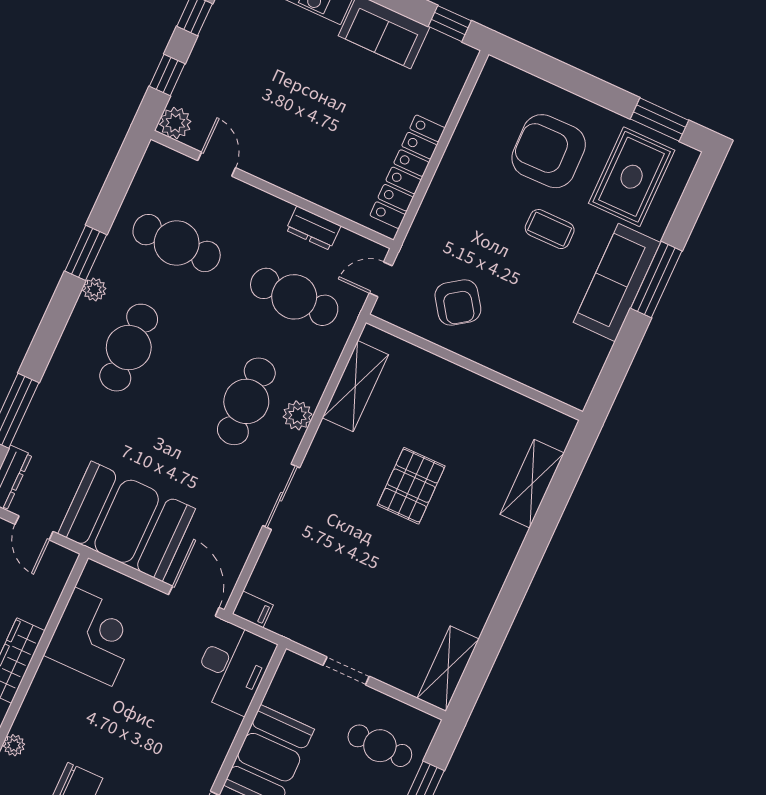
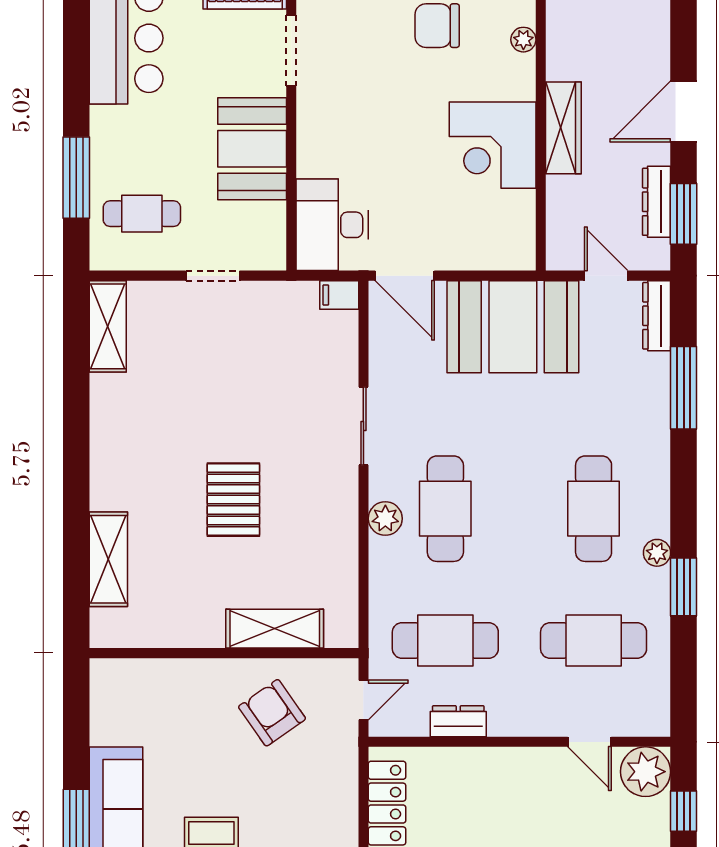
plant: (175, 123) -> (646, 772), width x1.36, depth x1.36
shelving: (355, 386) -> (275, 629), moved, turned 90
corner desk: (93, 637) -> (493, 145), moved

